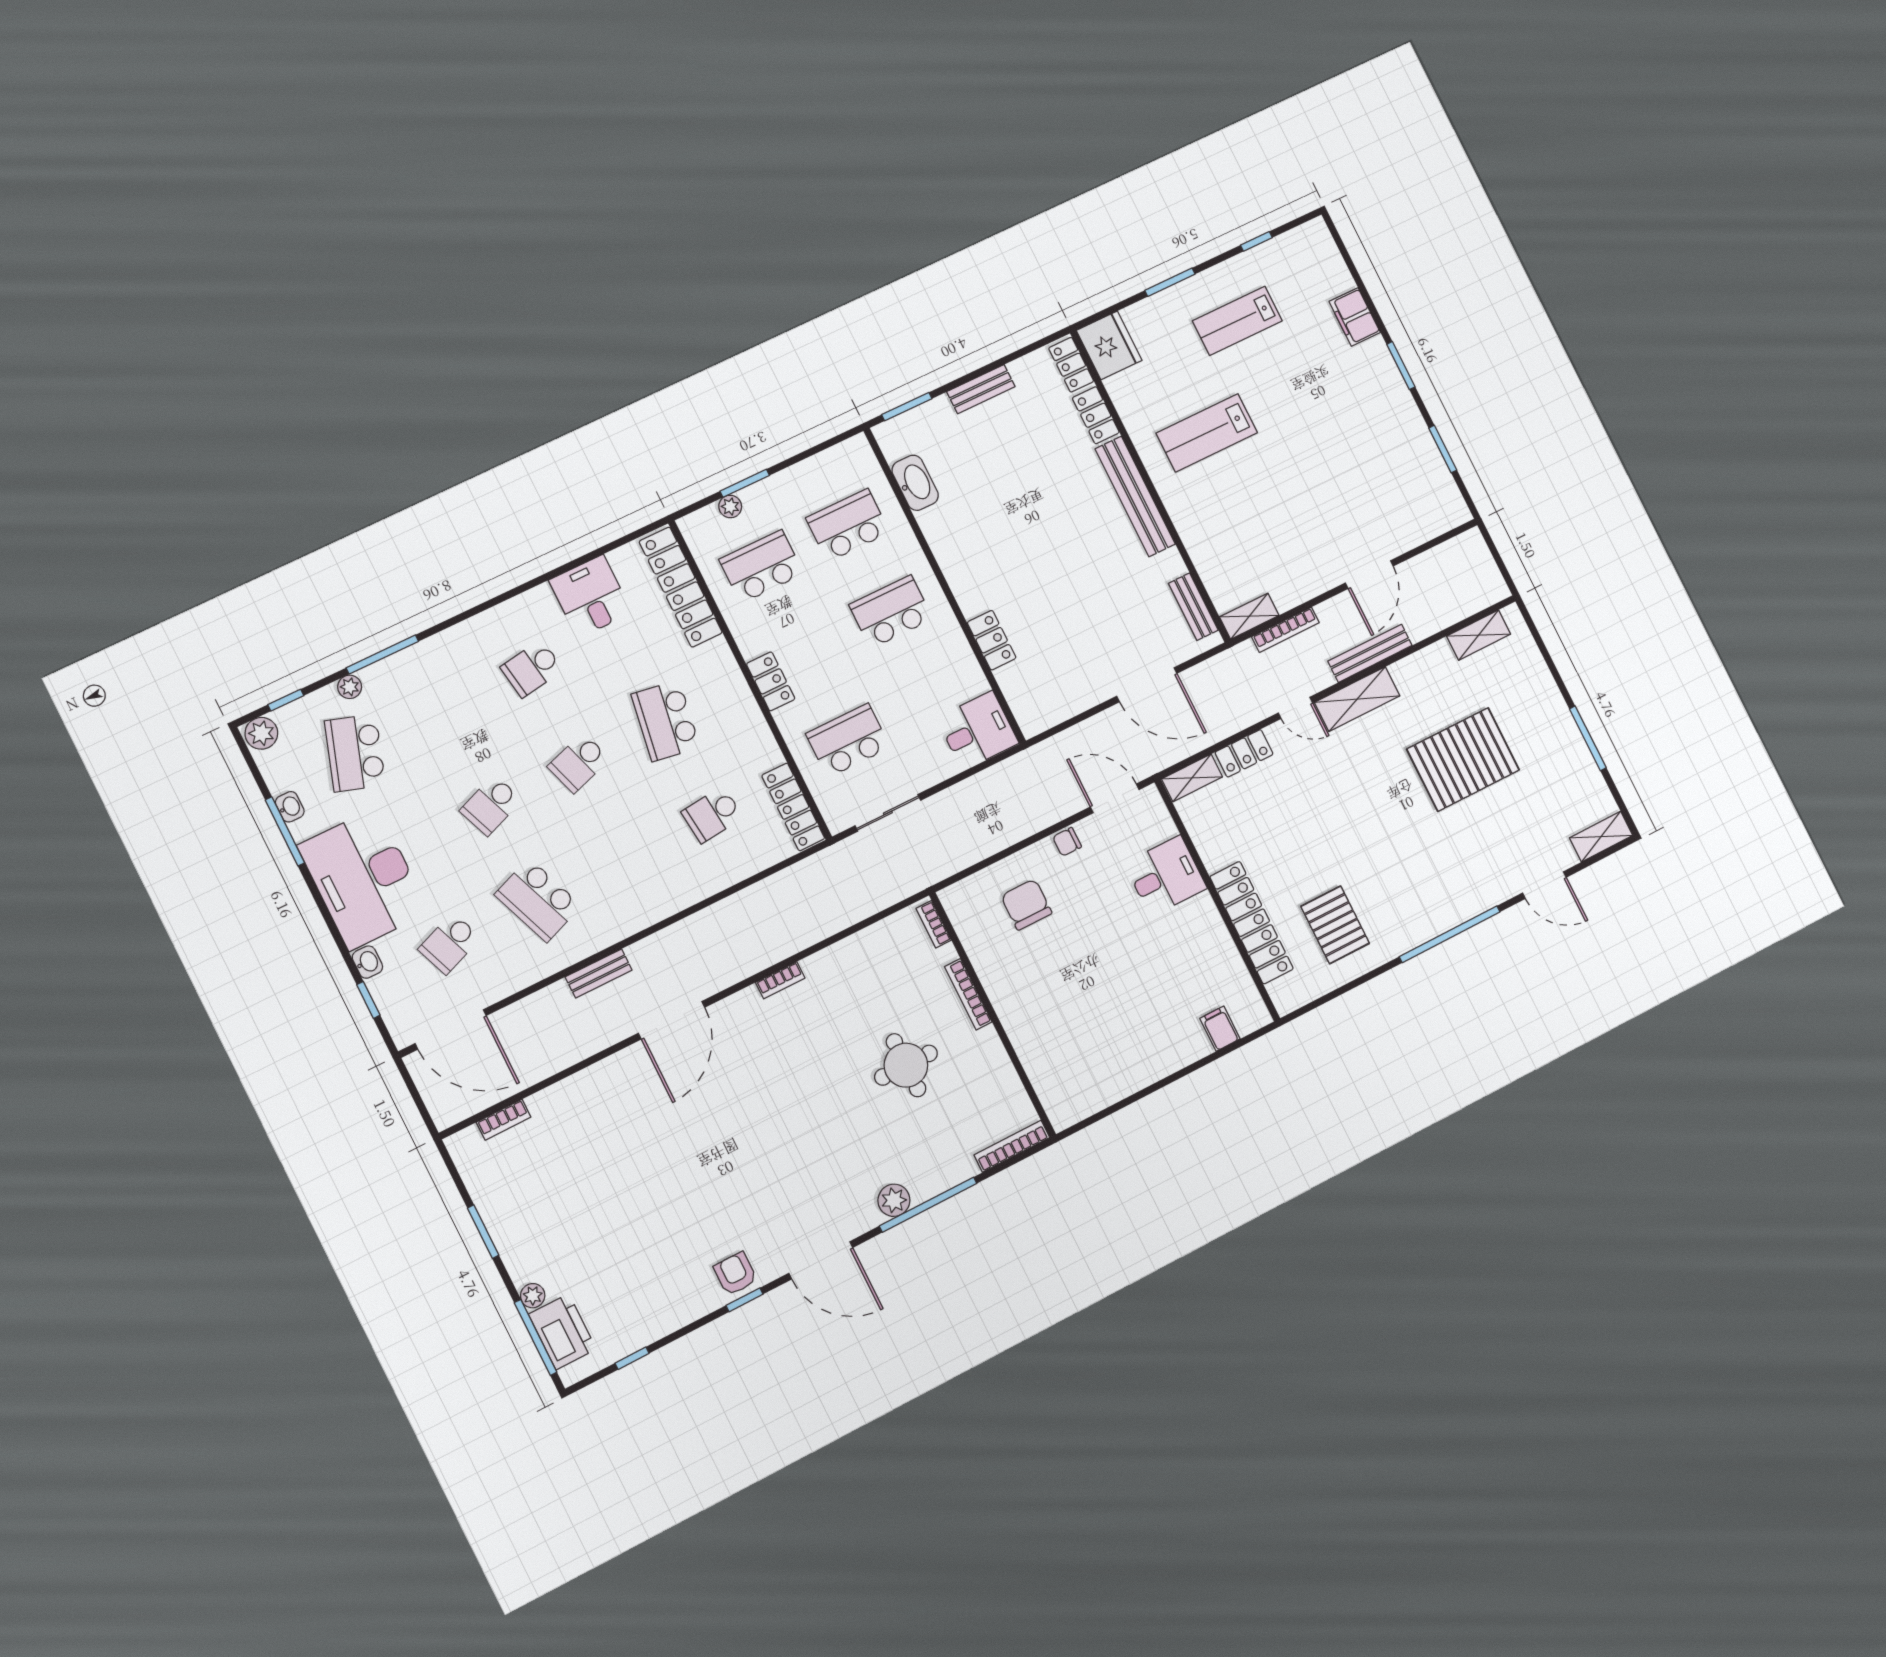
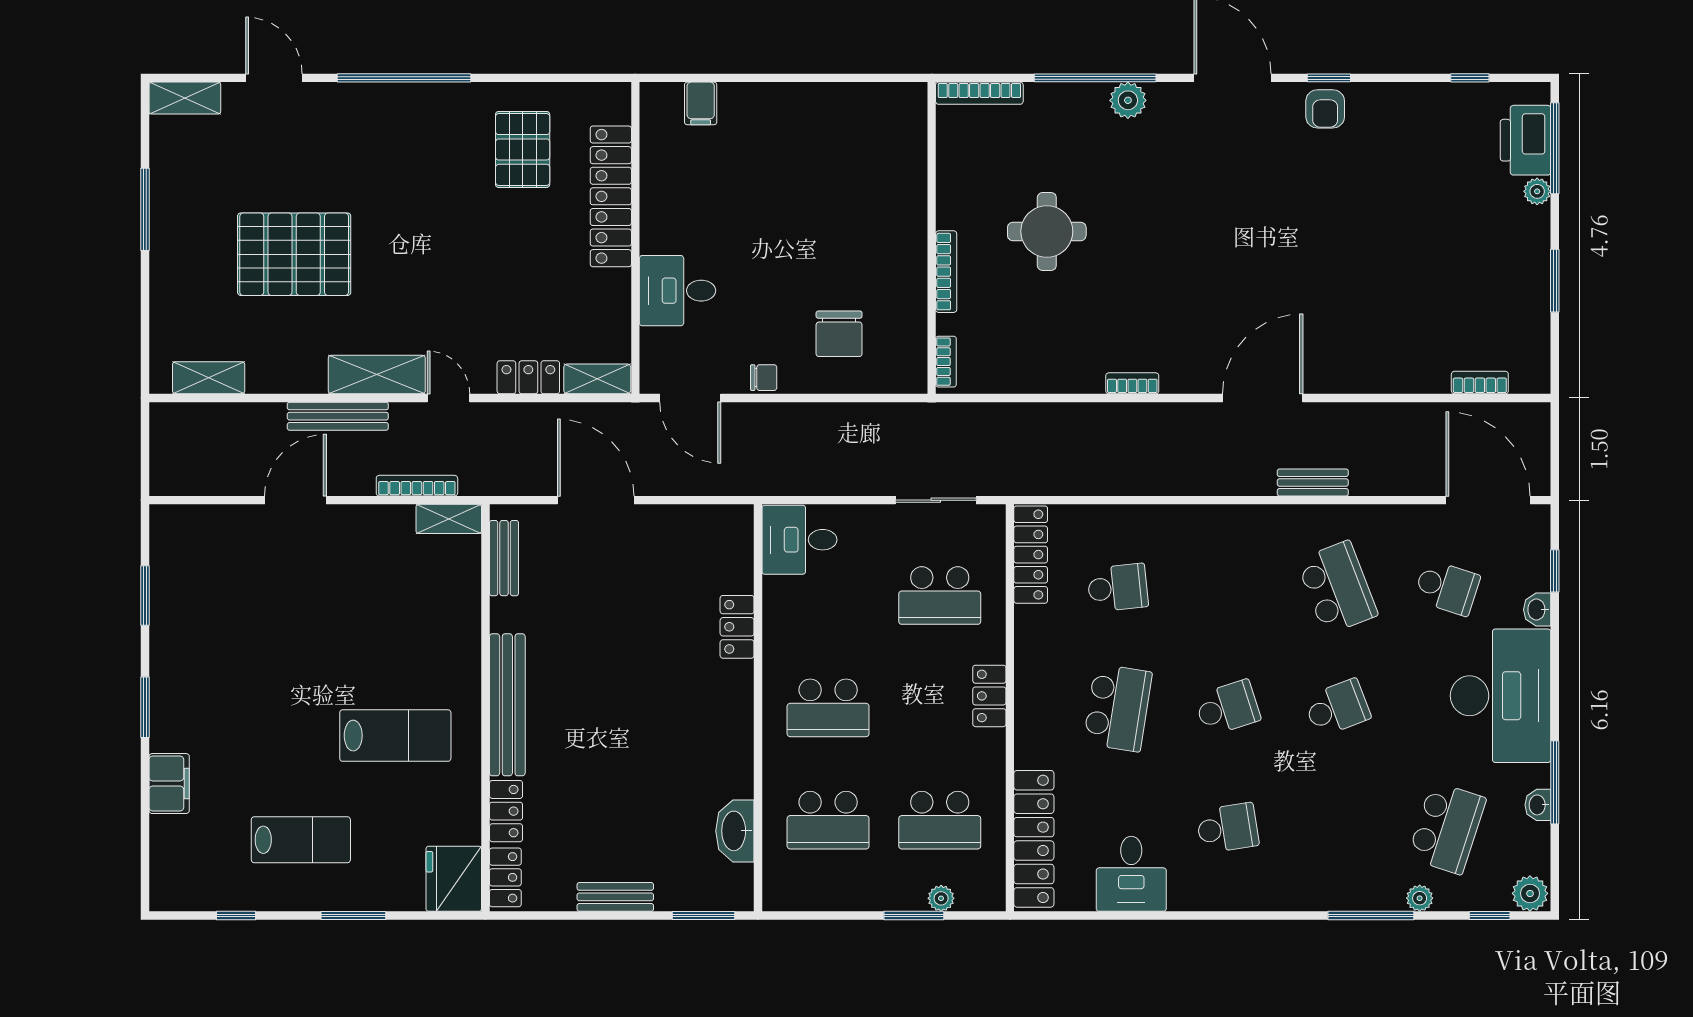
school desk: (449, 944) -> (1447, 588), turned 39

